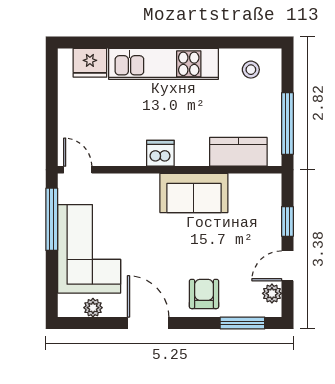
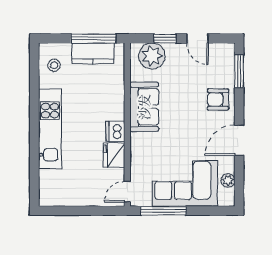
fridge: (90, 63) -> (114, 155), moved, turned 180
kitchen counter: (238, 152) -> (93, 53), moved, turned -90
plant: (272, 293) -> (152, 56), moved, width x1.88, depth x1.88

